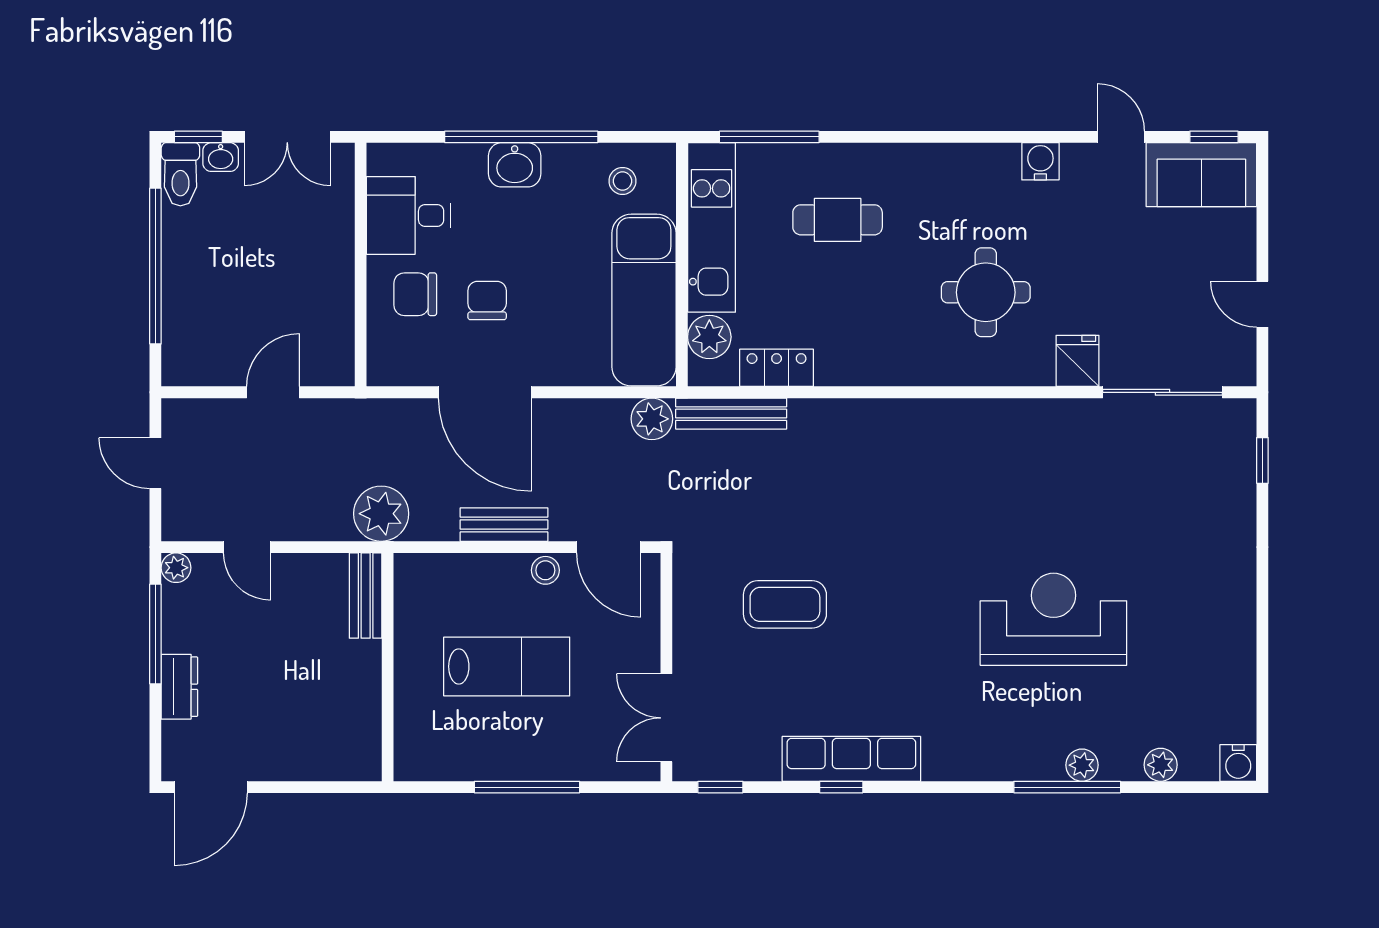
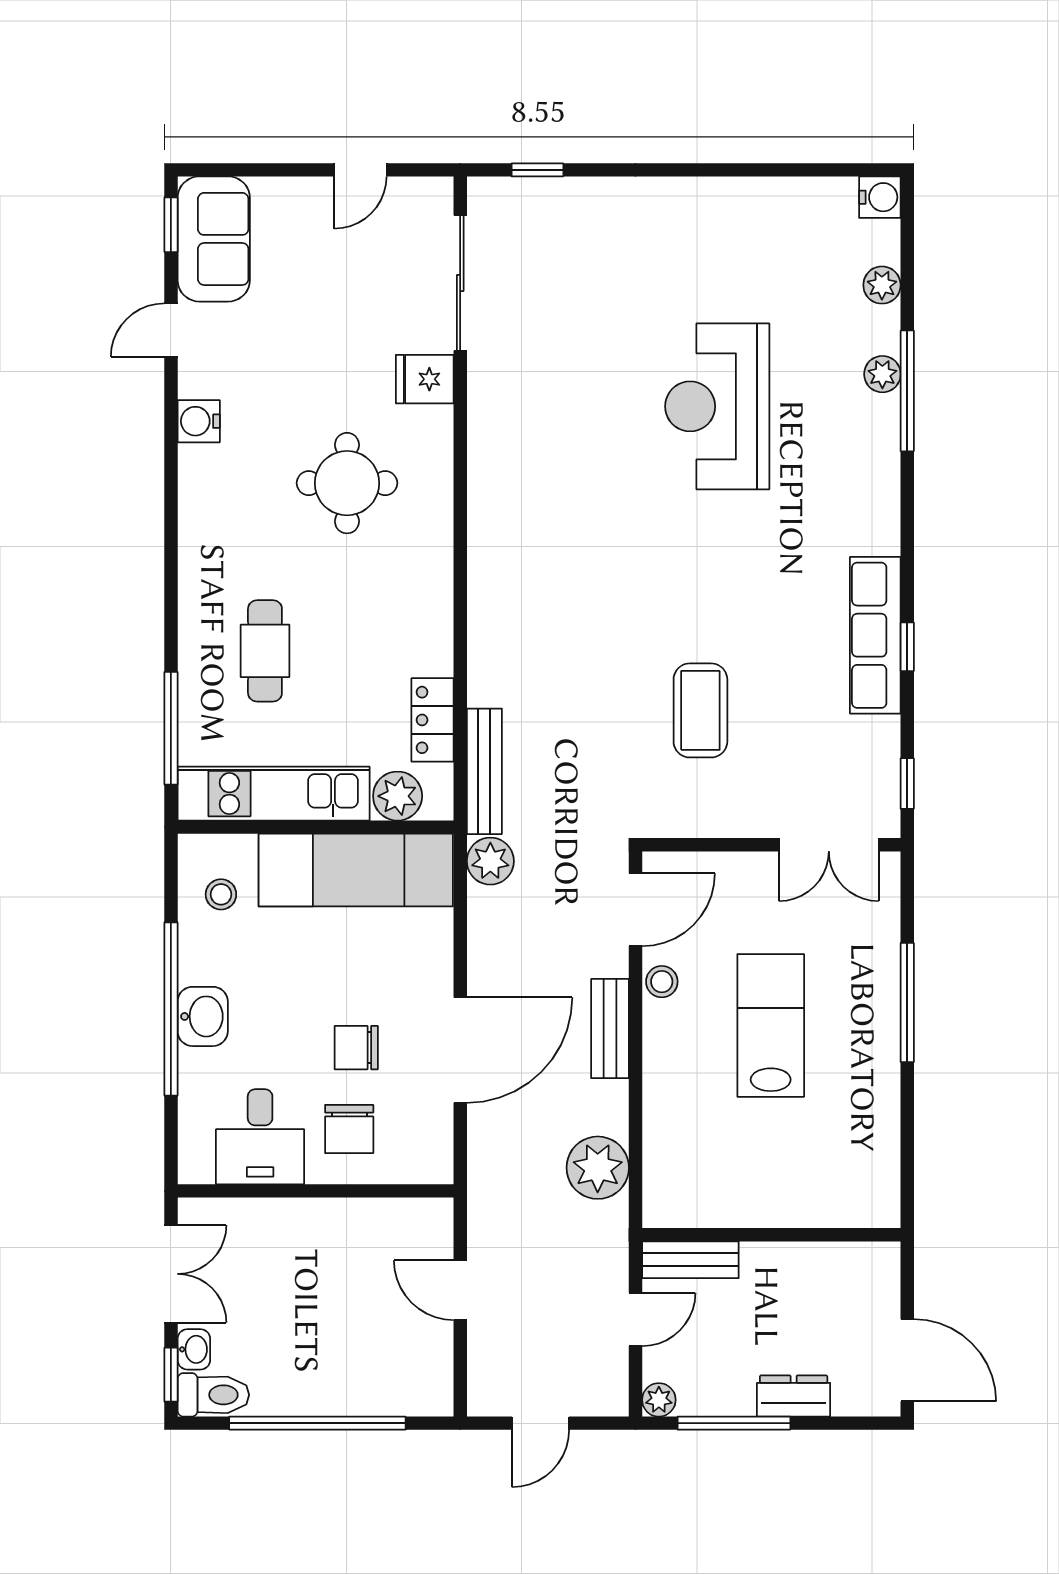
bench: (366, 596) -> (690, 1260), moved
wall: (388, 667) -> (771, 1235), moved

